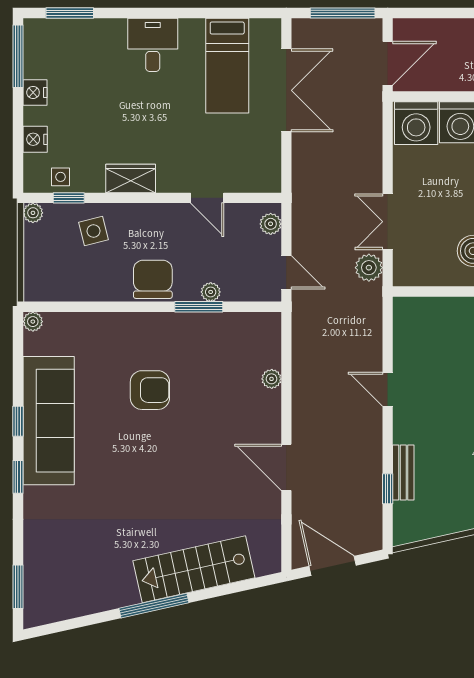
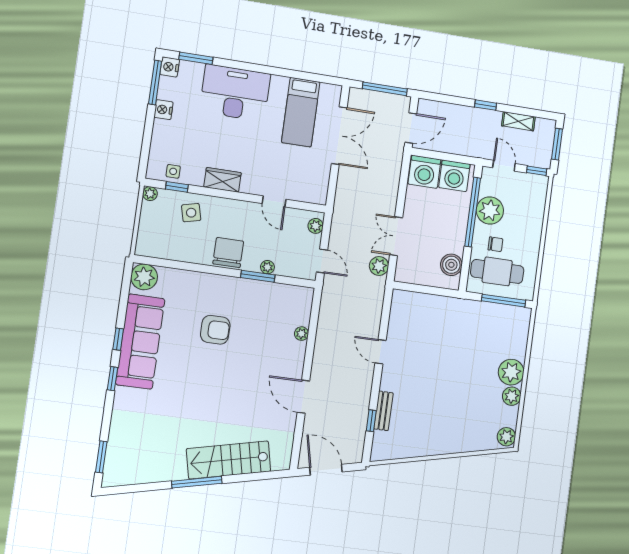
desk: (153, 45) -> (235, 93), width x1.87, depth x1.30
nightstand: (35, 139) -> (170, 67), moved
plant: (33, 322) -> (144, 277), width x1.87, depth x1.87

